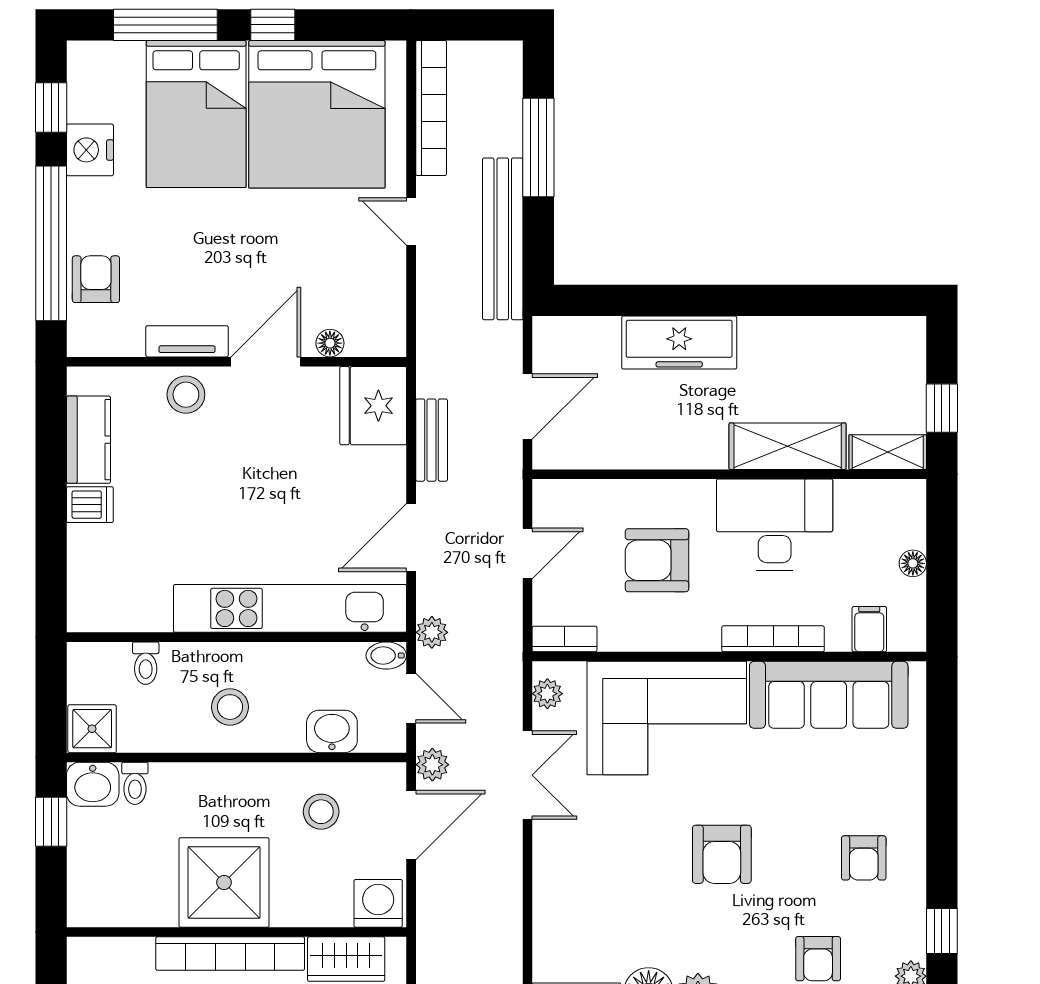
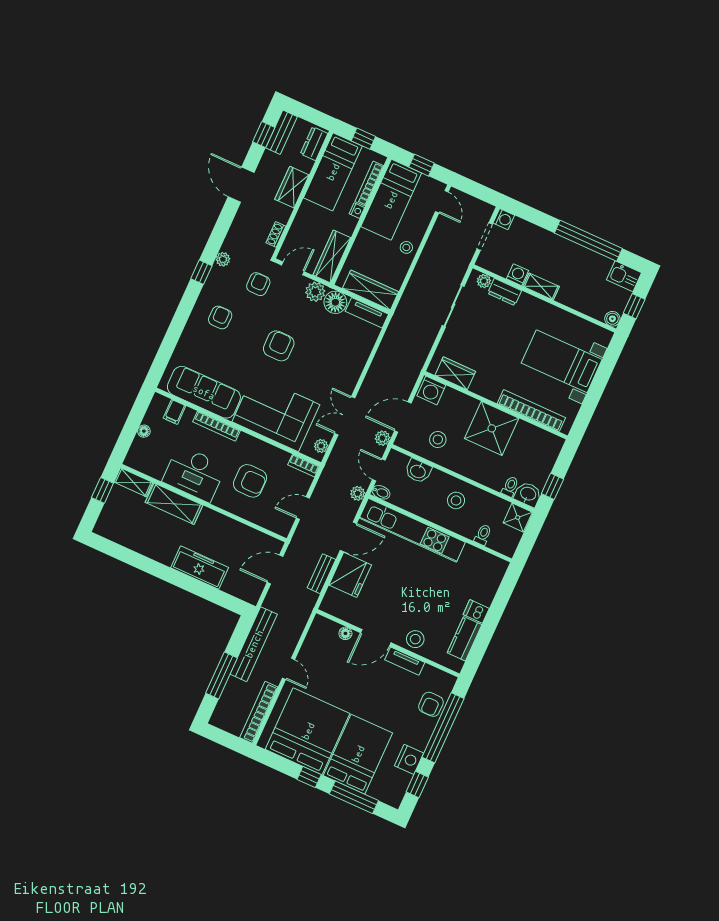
fridge: (373, 406) -> (350, 575), moved
bookcase: (230, 954) -> (531, 411), moved

